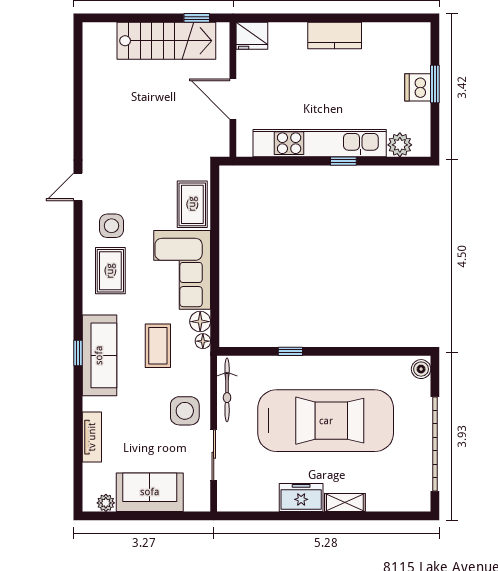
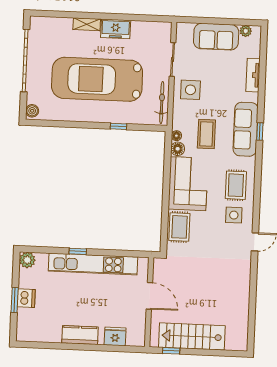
fridge: (252, 36) -> (115, 336), moved
plant: (400, 145) -> (27, 260), moved

